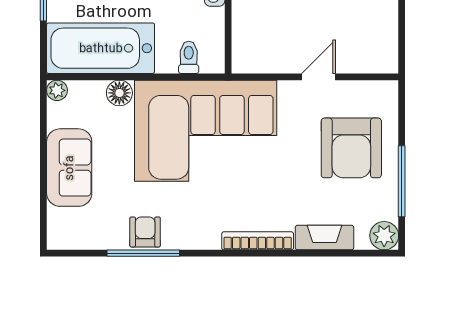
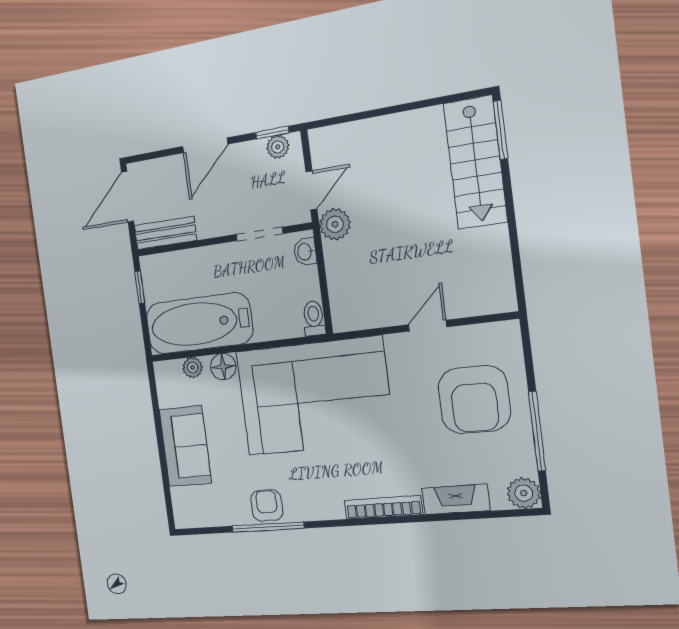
toilet: (189, 57) -> (314, 318), moved
plant: (57, 90) -> (193, 367), moved

